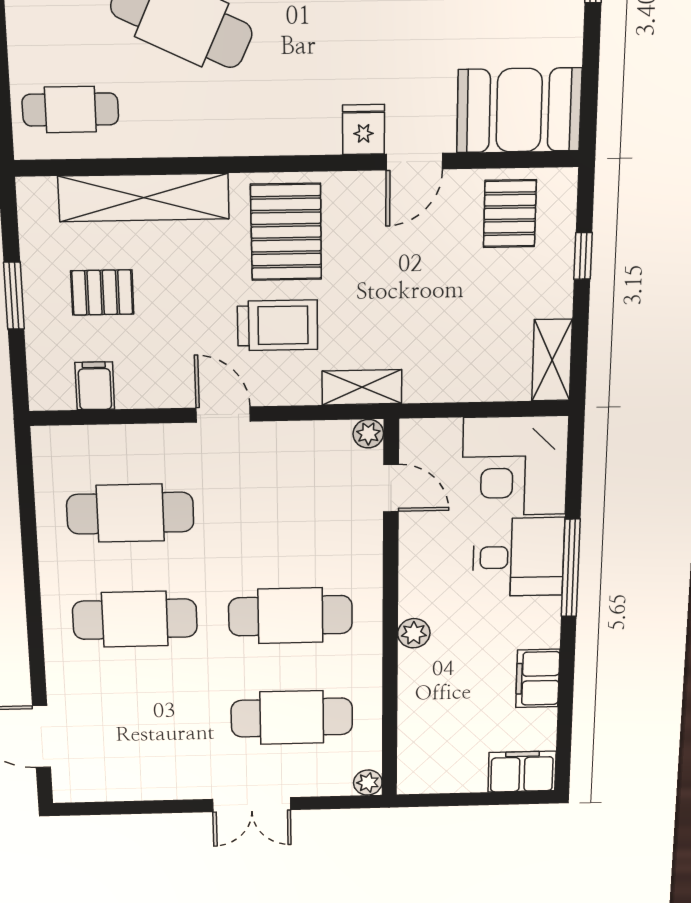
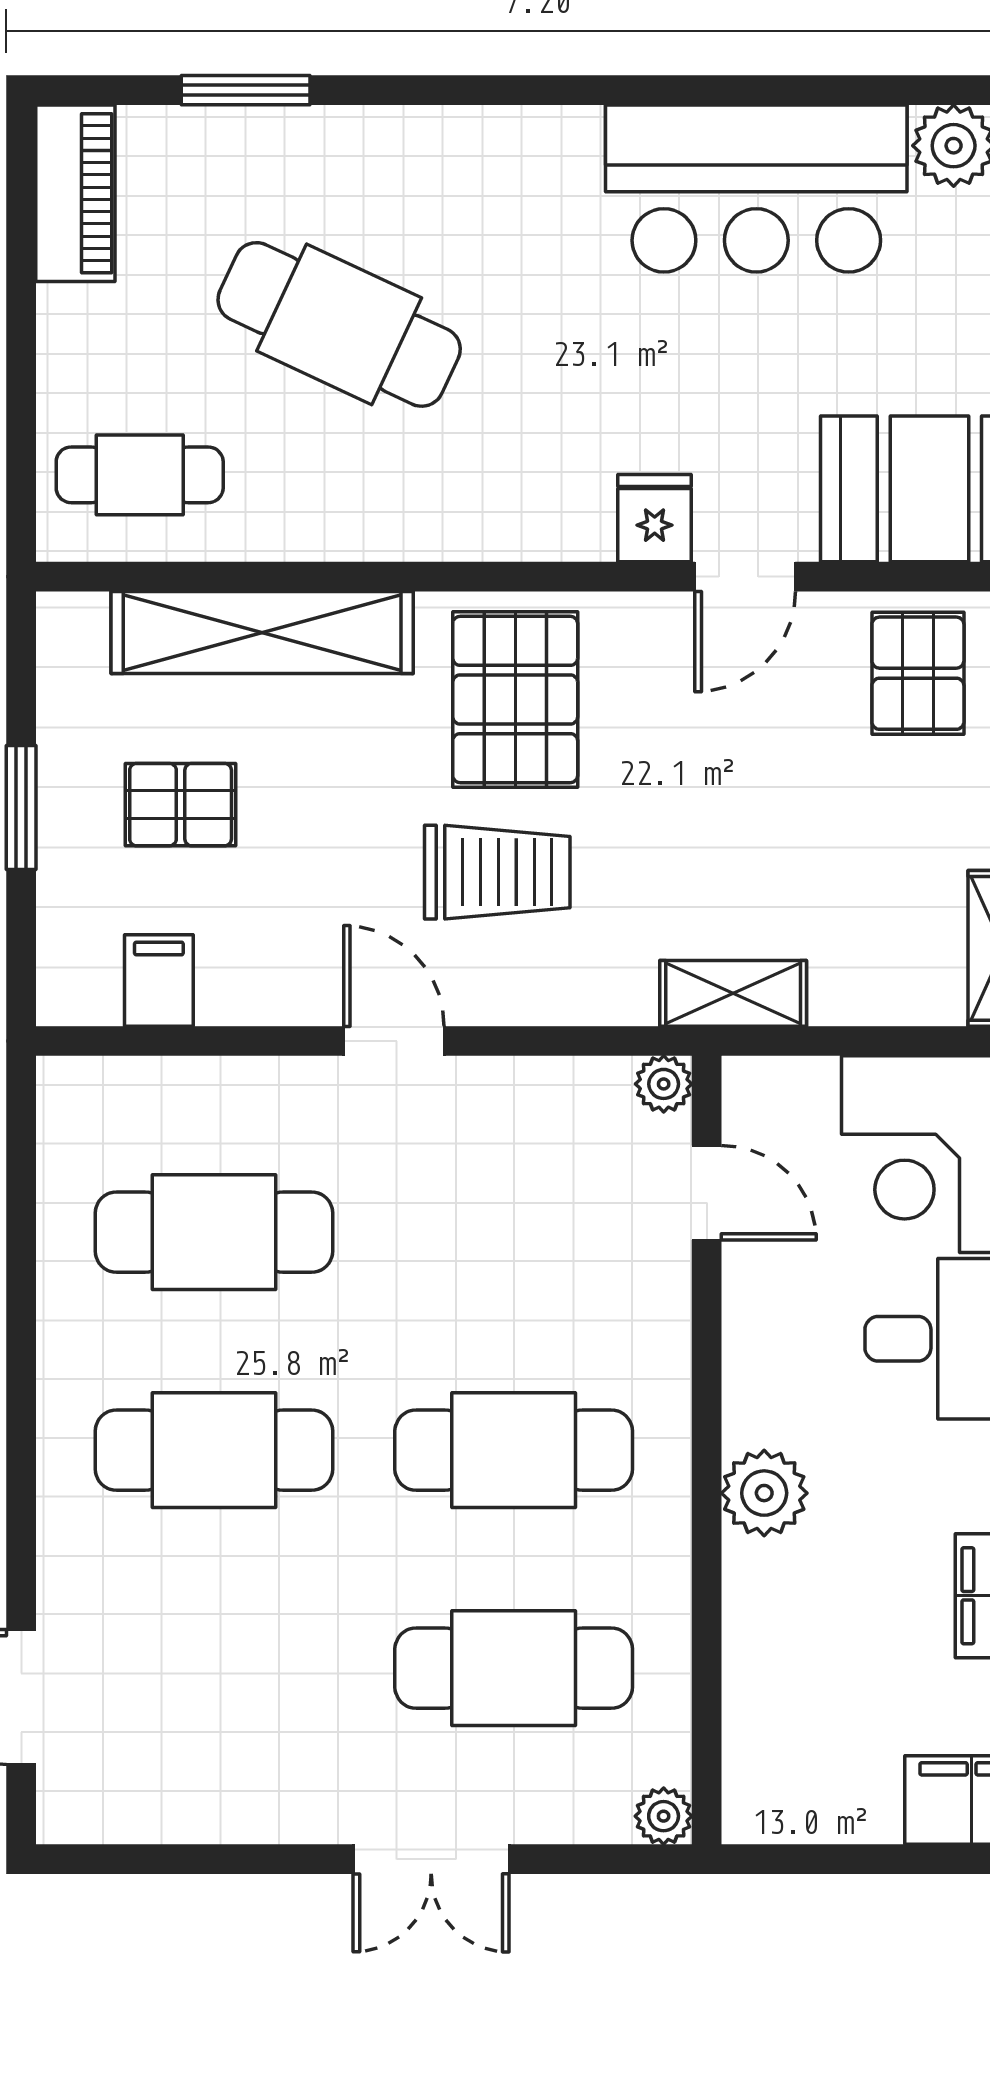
shelving: (362, 387) -> (733, 993), moved
plant: (414, 633) -> (764, 1493), width x1.38, depth x1.38

